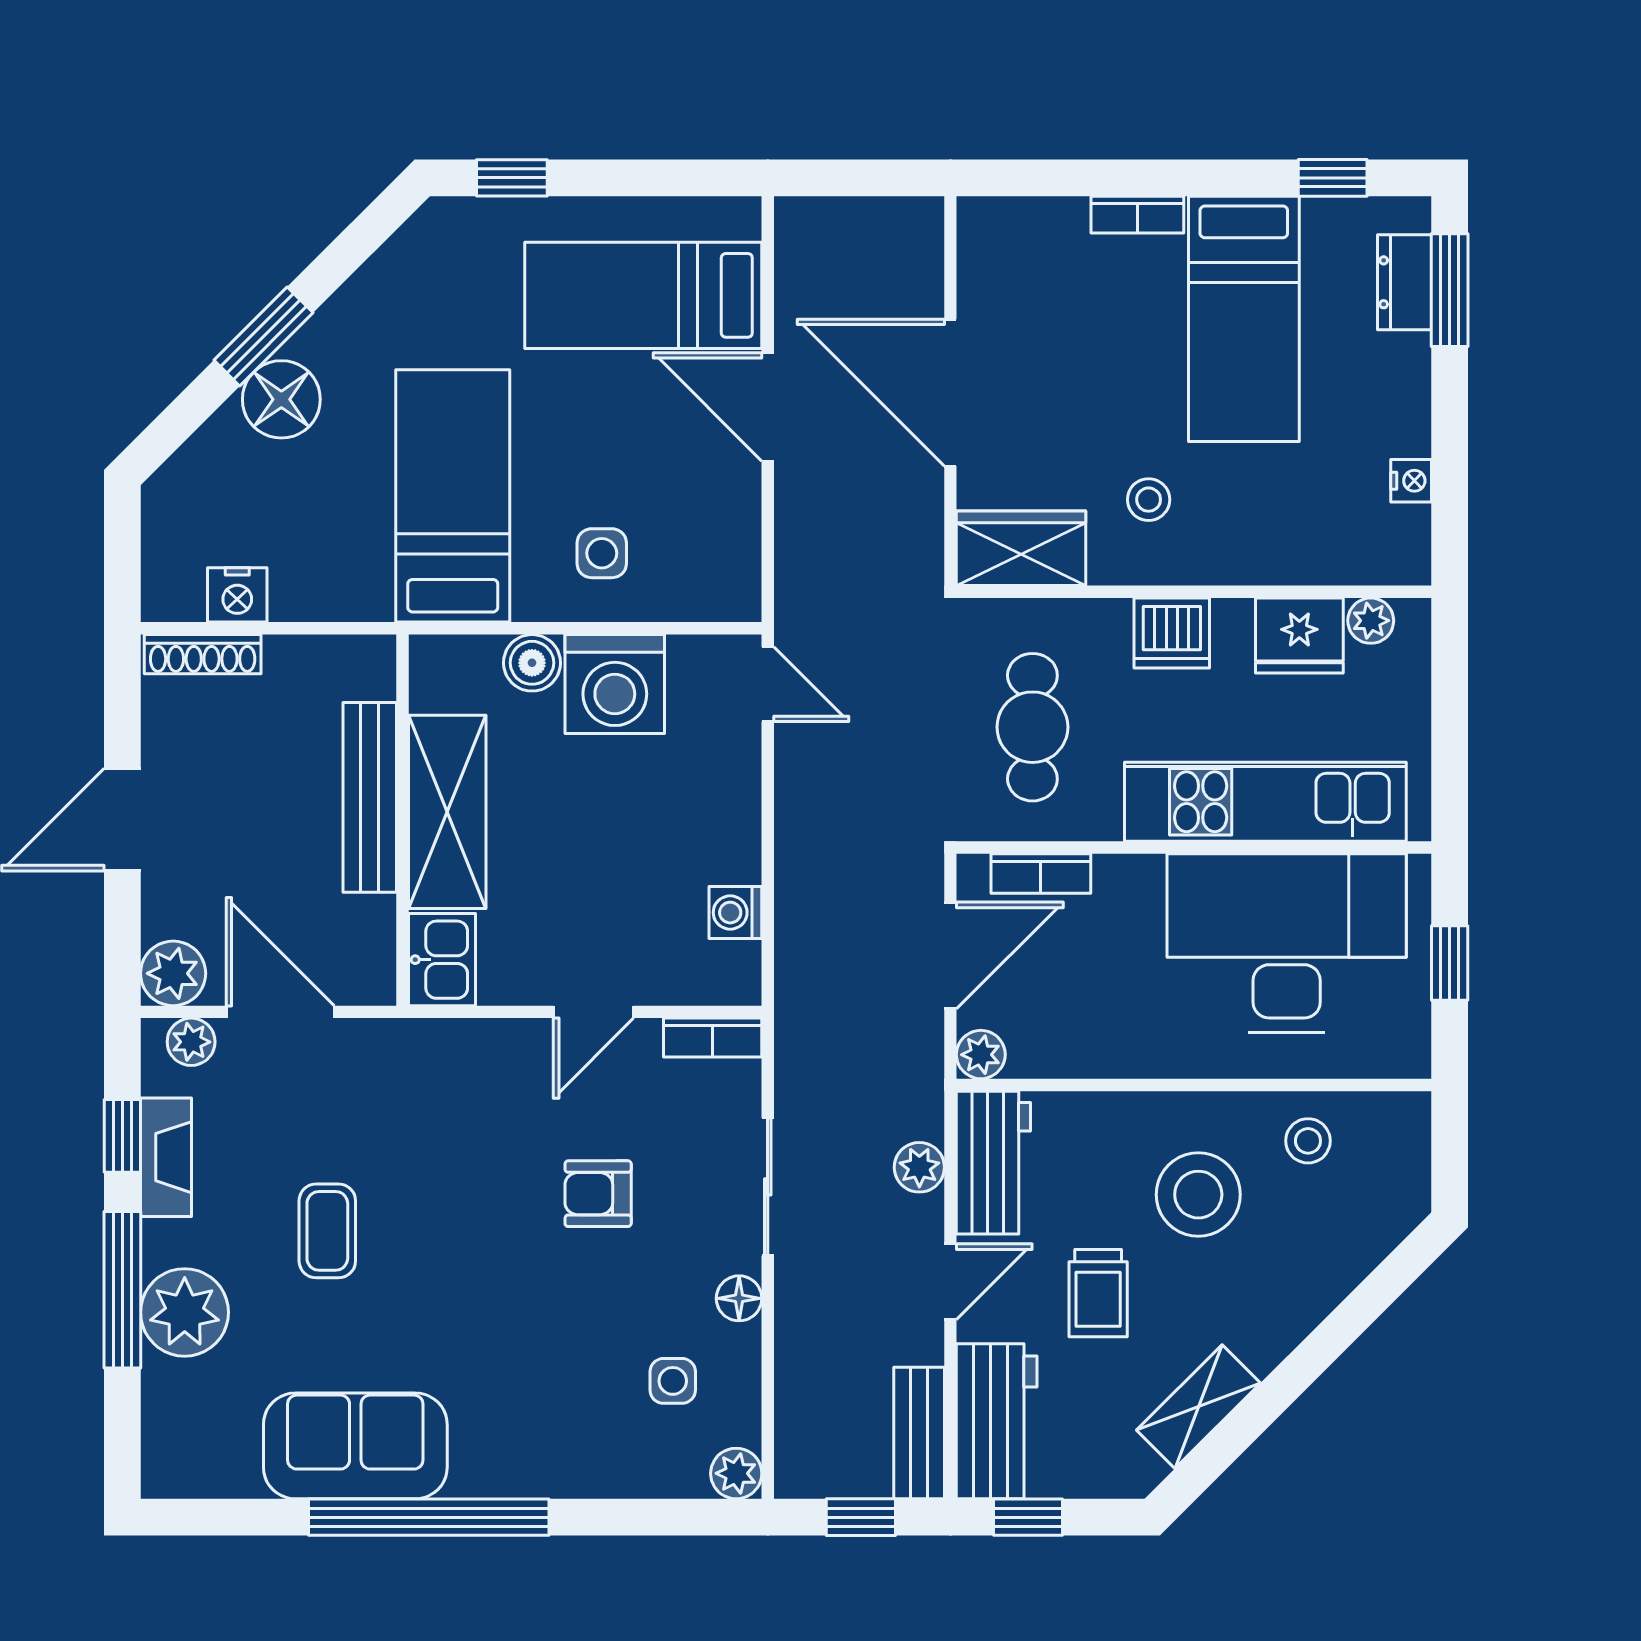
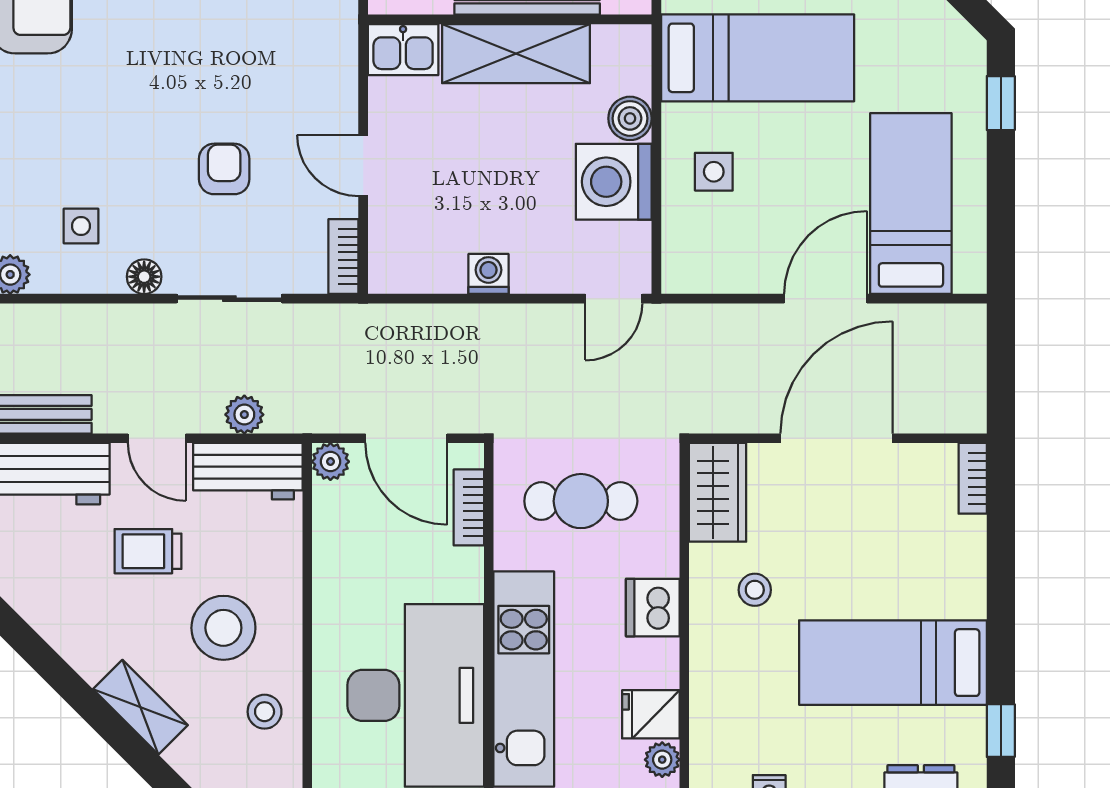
bookcase: (1137, 215) -> (973, 478), moved
fridge: (1299, 636) -> (651, 714), width x0.72
washing machine: (735, 913) -> (489, 274), moved
shelving: (1199, 1407) -> (140, 707), moved

